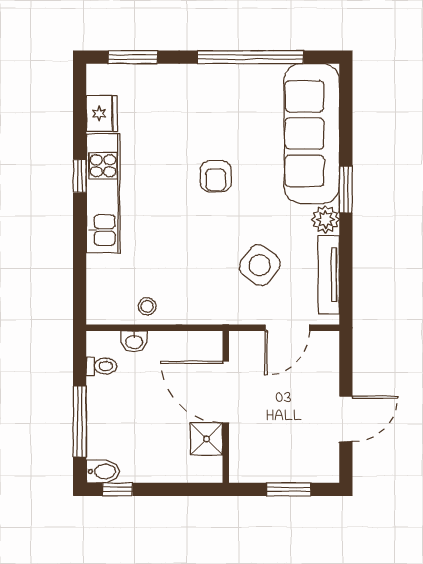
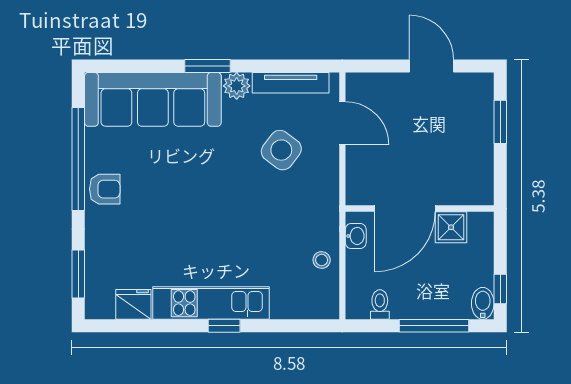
window: (80, 176) -> (224, 326), moved
armchair: (216, 176) -> (105, 189), moved
washbasin: (134, 341) -> (356, 236), moved
door: (226, 392) -> (405, 209), moved
wall: (226, 407) -> (420, 209), moved
shower: (207, 439) -> (451, 227), moved

